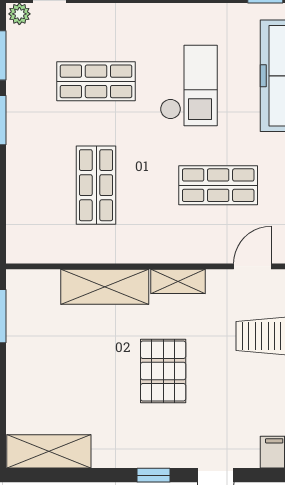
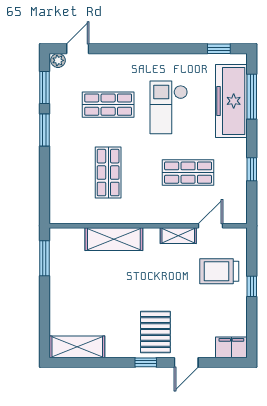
checkout: (189, 86) -> (169, 107), turned 180
shelving: (178, 281) -> (178, 236), moved
pallet: (163, 371) -> (155, 332), moved

